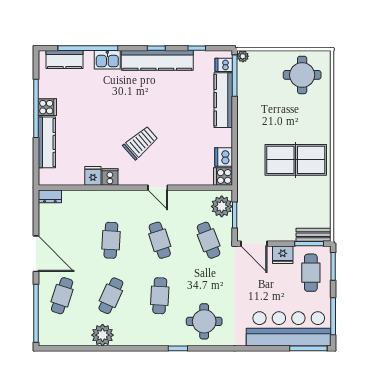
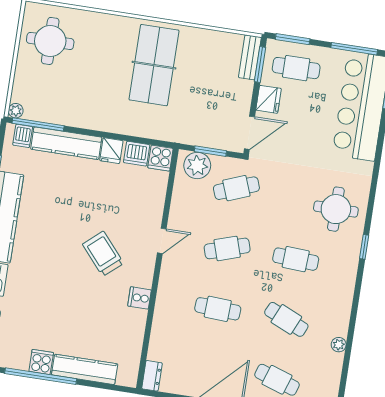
fridge: (93, 176) -> (111, 151), moved, turned -90
plant: (103, 335) -> (339, 345), width x0.53, depth x0.53

